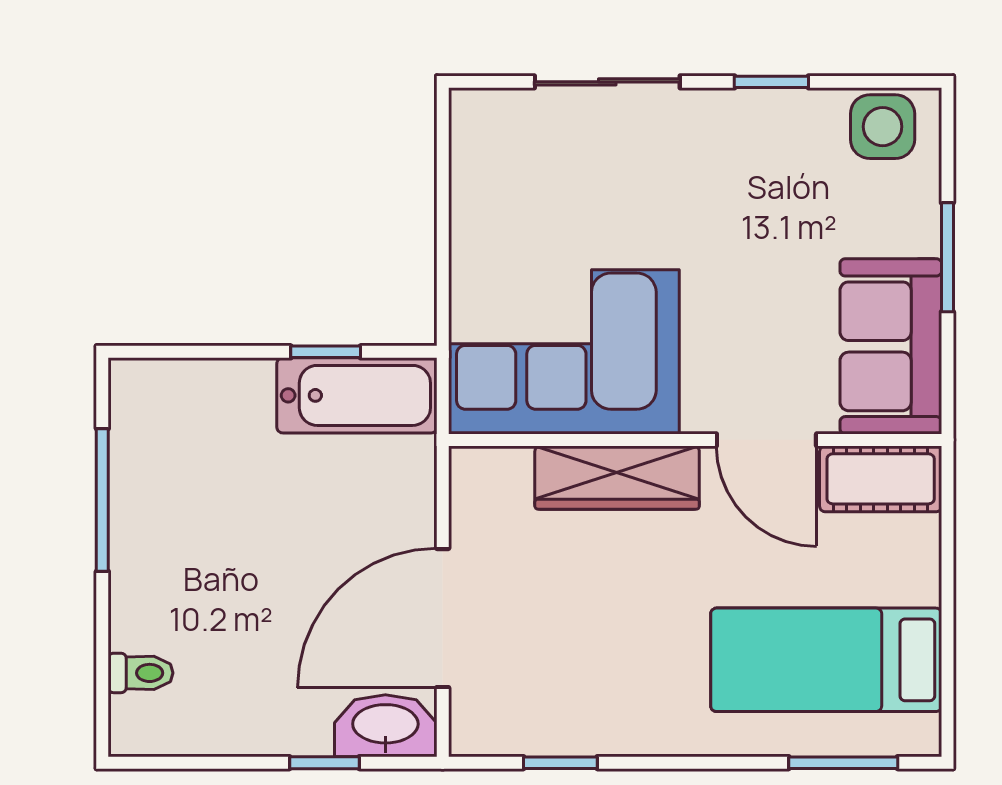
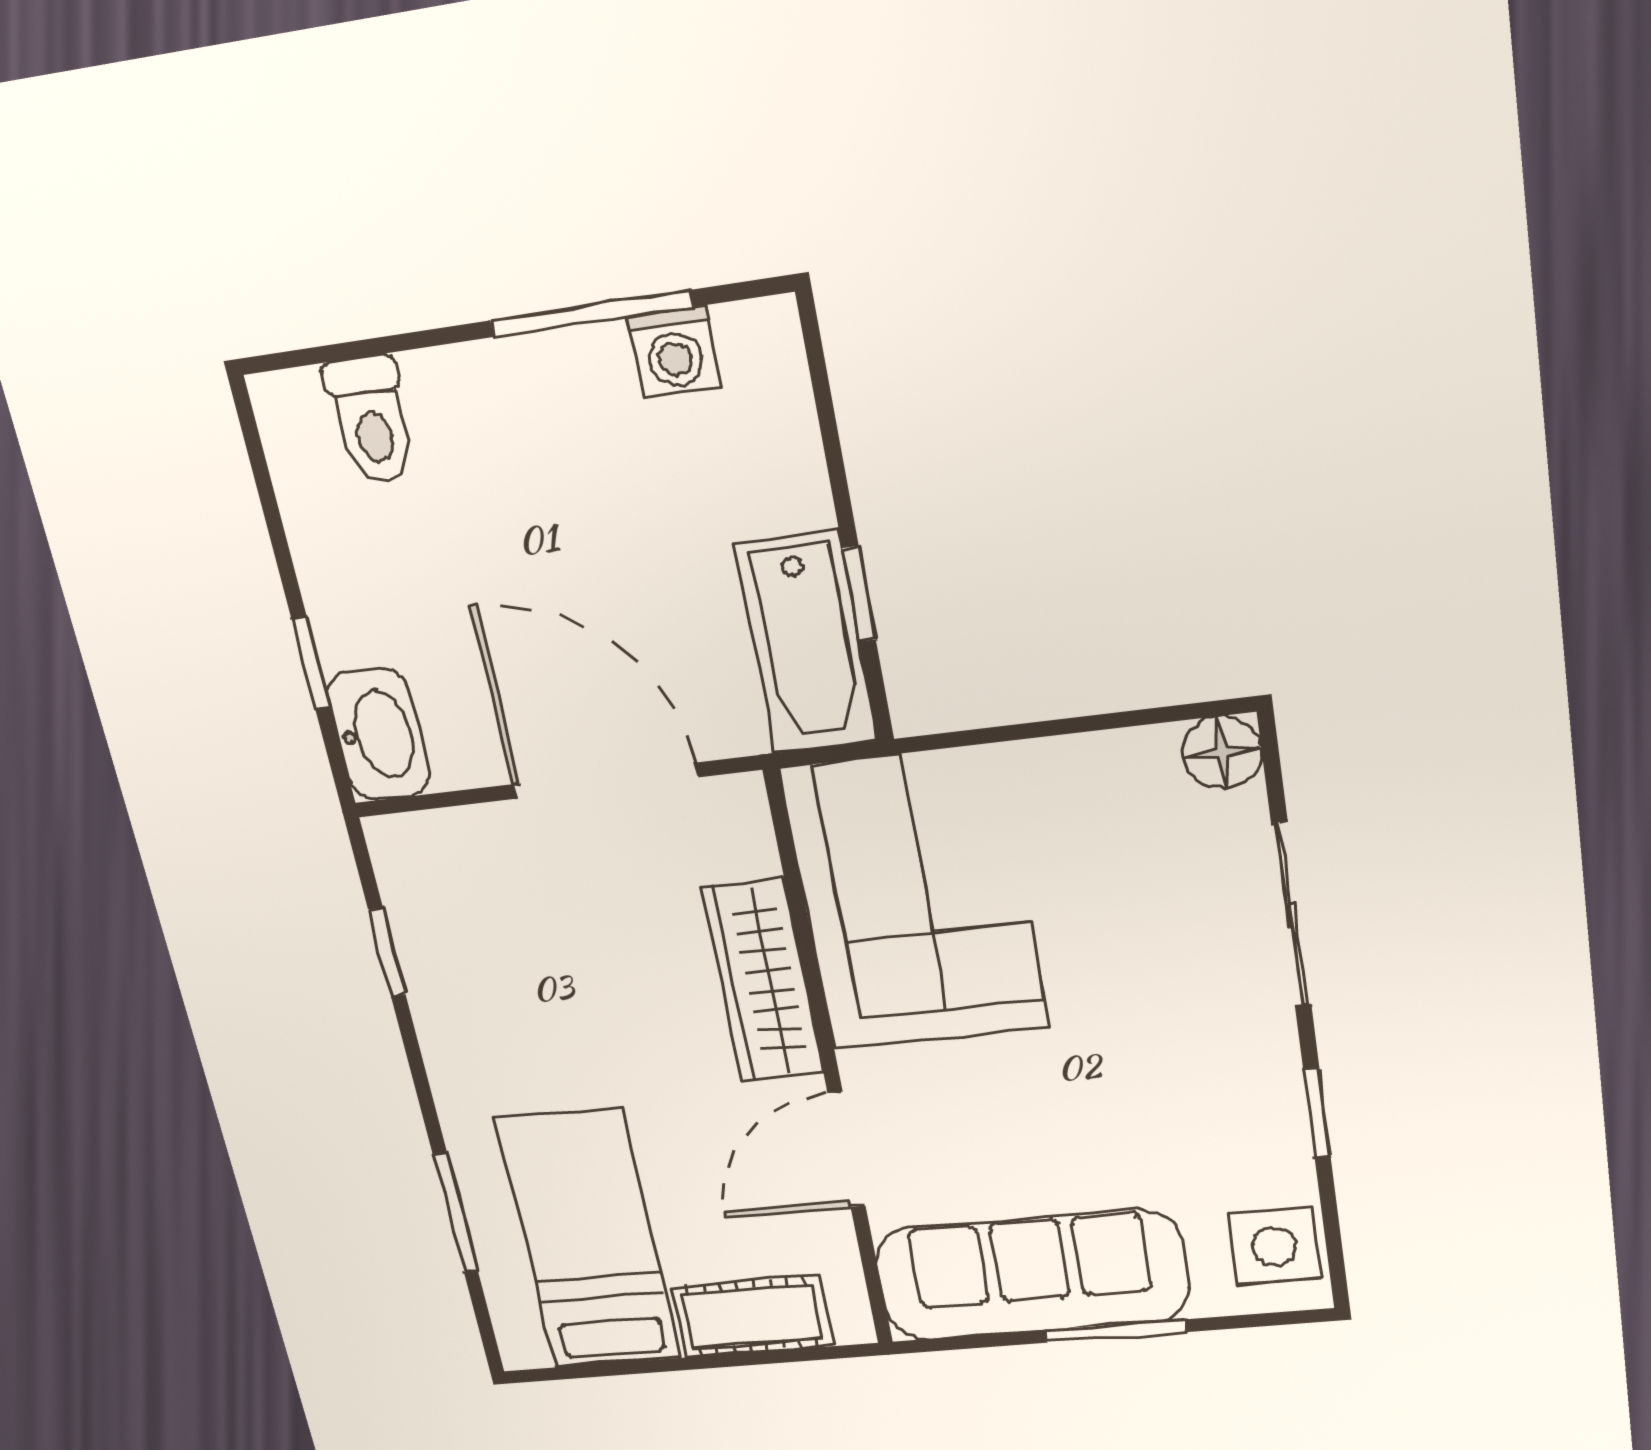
floor lamp: (476, 115) -> (1222, 752), added
sofa: (891, 346) -> (1032, 1275), width x1.36
washing machine: (136, 448) -> (674, 351), added
cot: (881, 479) -> (752, 1317), moved, turned 90
door: (443, 618) -> (605, 781), moved
toilet: (141, 673) -> (371, 420), width x1.37, depth x1.39
window: (843, 763) -> (455, 1212), moved

